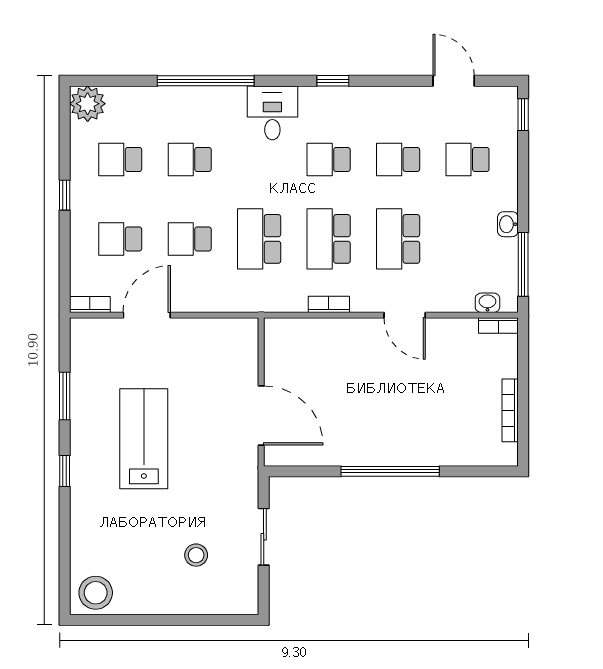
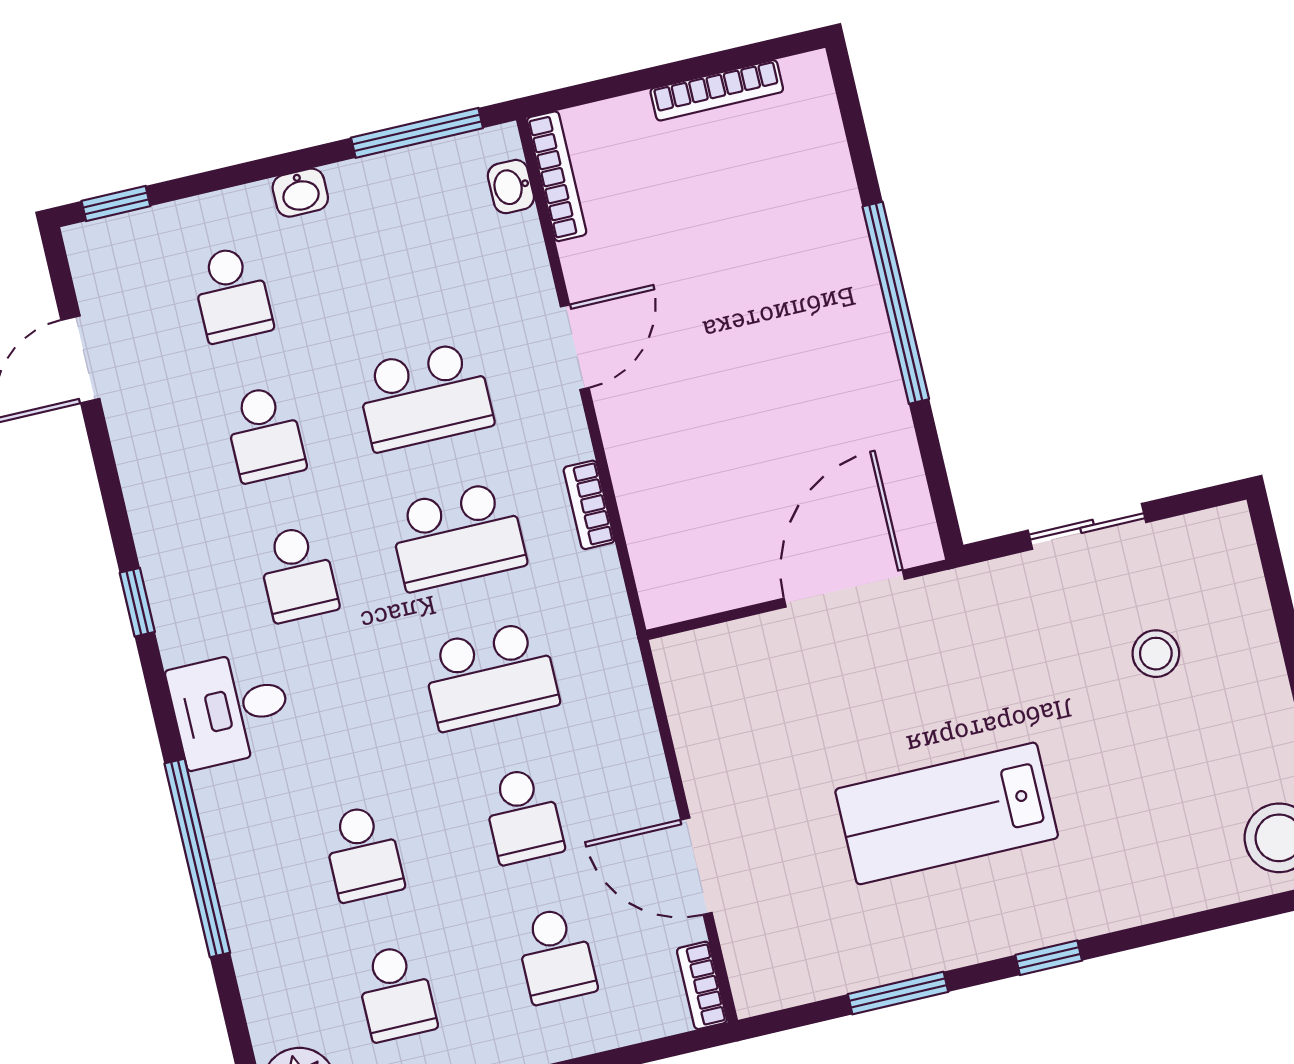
washbasin: (508, 224) -> (300, 193), moved
bookcase: (498, 325) -> (557, 176), width x1.56

